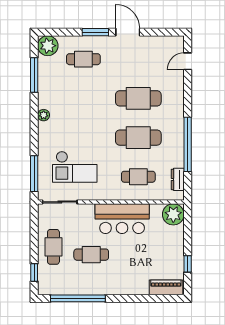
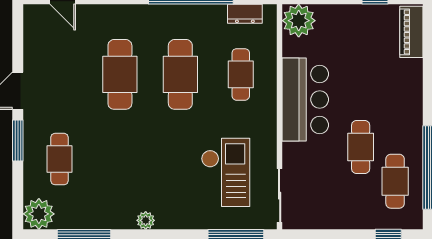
cafe table: (53, 247) -> (395, 181), moved, turned 90

